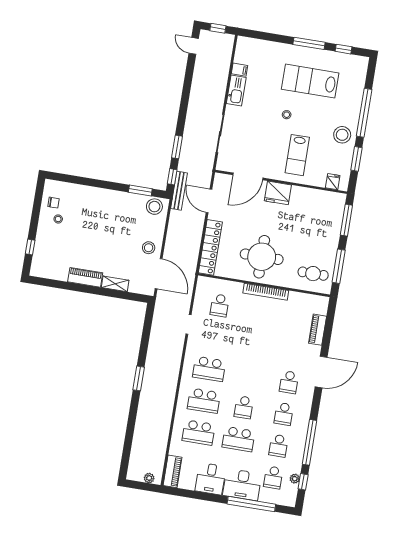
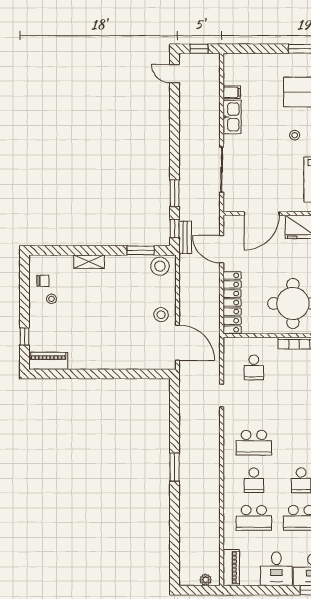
bench: (179, 191) -> (185, 237), width x0.73
piano: (85, 277) -> (48, 361), moved
shelving: (115, 284) -> (89, 262), moved
school desk: (204, 401) -> (254, 480), width x0.54

